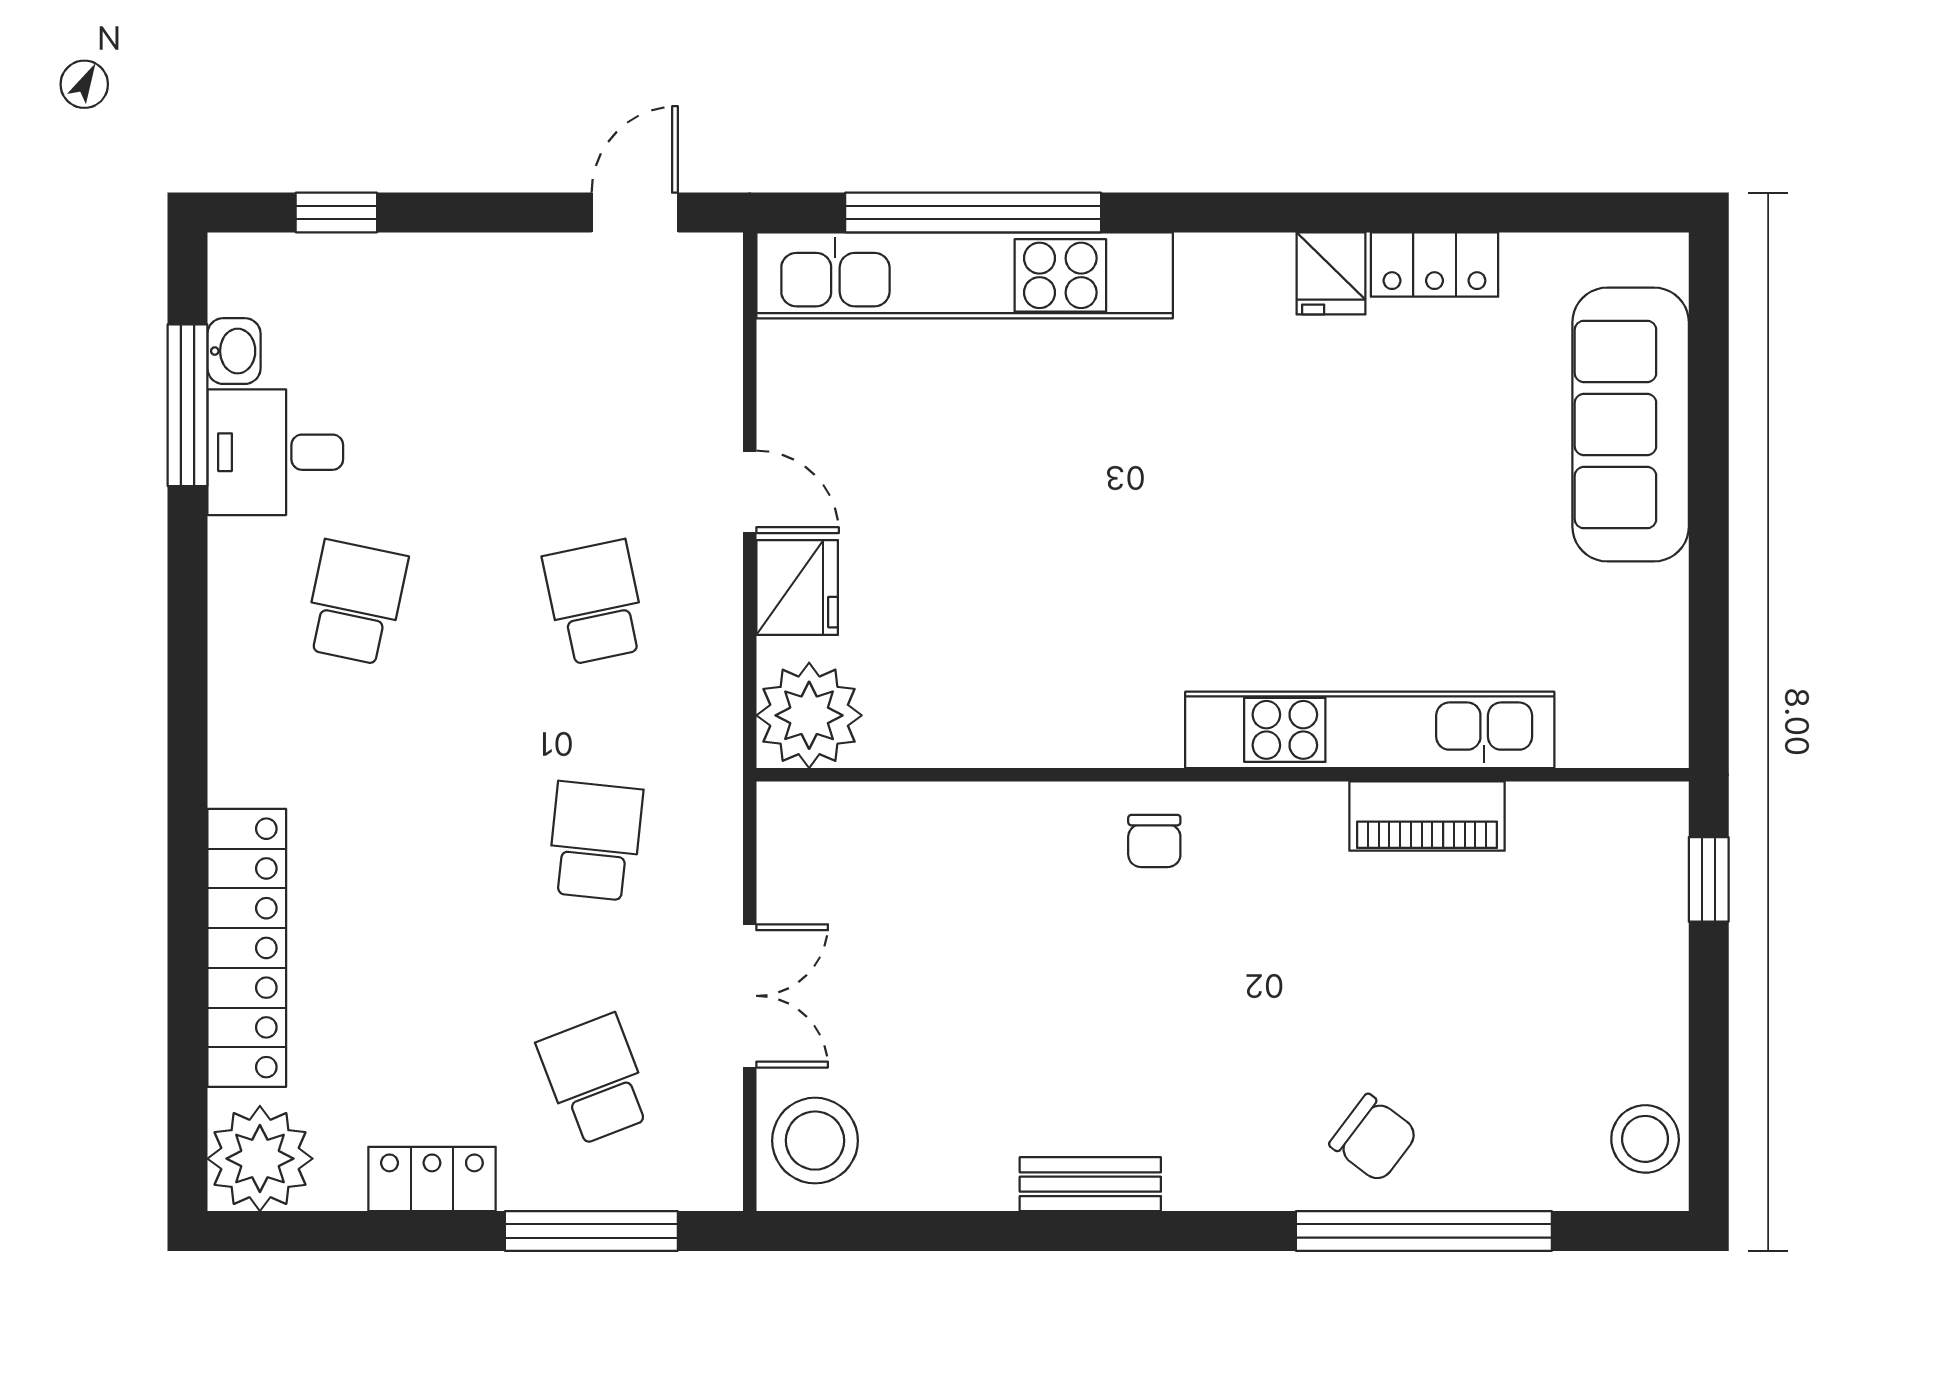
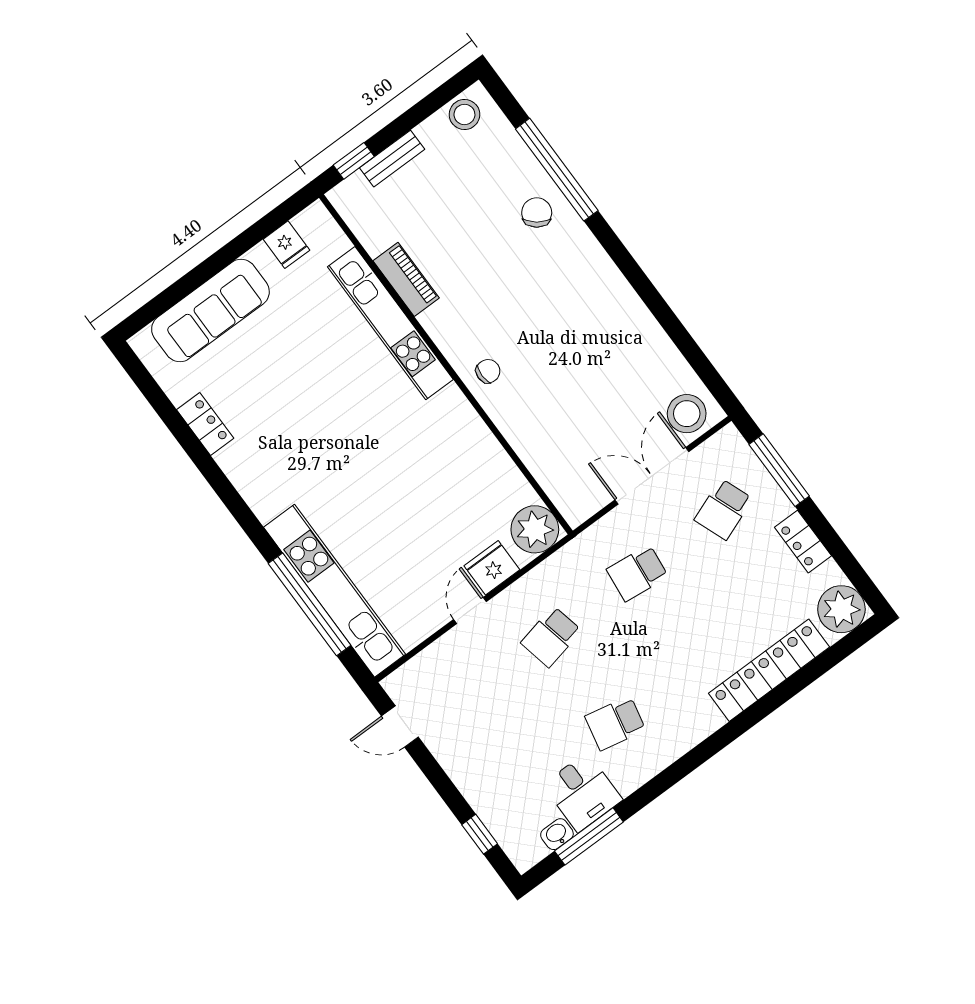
fridge: (1331, 273) -> (286, 245), moved, turned 90
double door: (750, 996) -> (652, 476), width x1.37
bench: (1090, 1184) -> (392, 159), moved, turned 90

